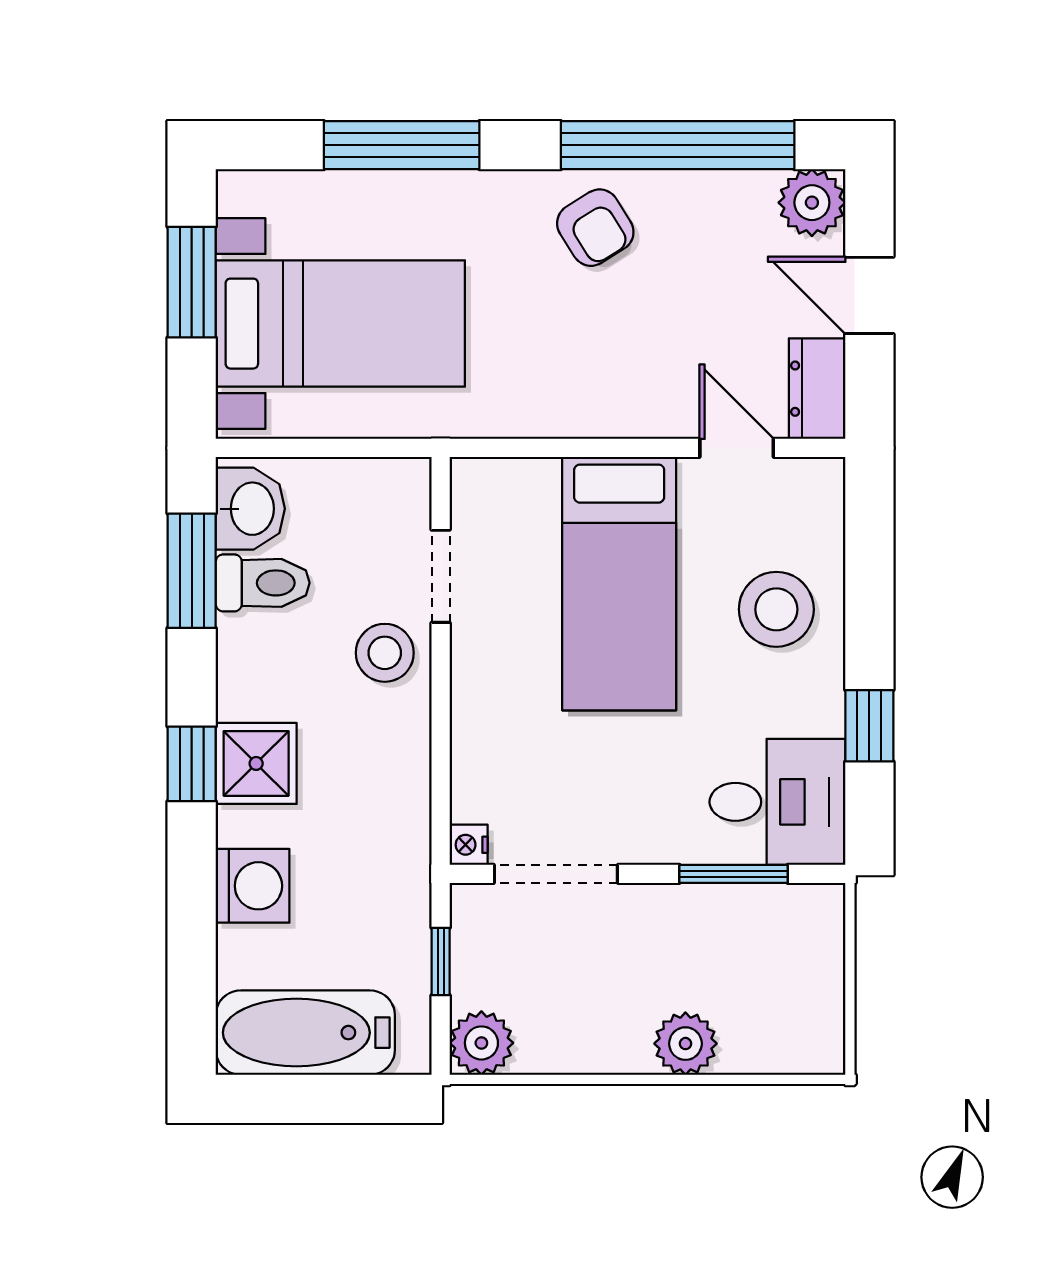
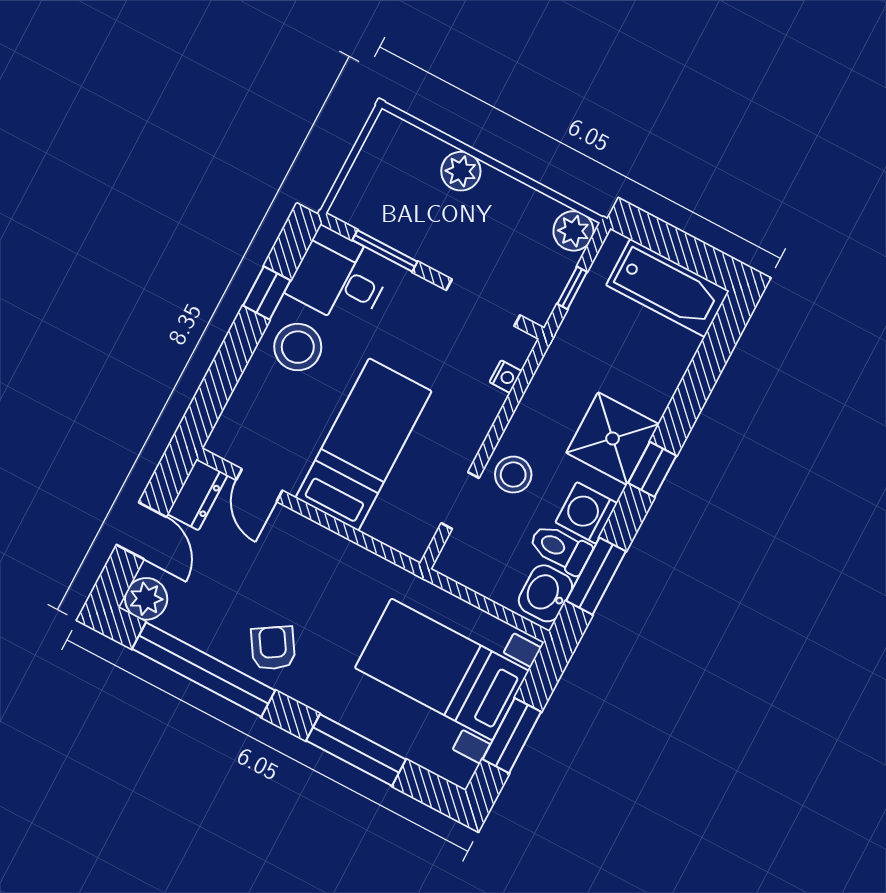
stool: (776, 609) -> (298, 347), moved
shower: (256, 763) -> (613, 438), width x1.36, depth x1.36
nightstand: (469, 845) -> (506, 377), moved
washing machine: (253, 886) -> (586, 513), moved

